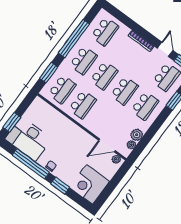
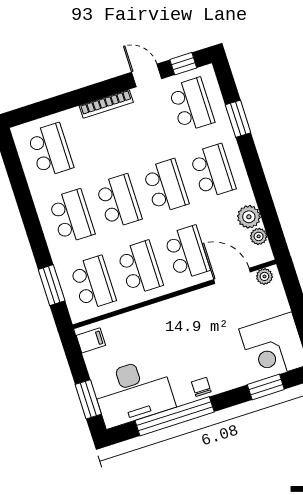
window: (74, 39) -> (26, 207), removed
filing cabinet: (37, 106) -> (91, 340), added
school desk: (103, 120) -> (187, 253), added
door: (107, 145) -> (232, 276), swing flipped
window: (60, 185) -> (266, 387), moved

